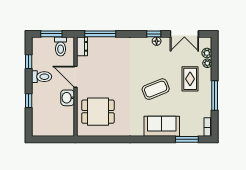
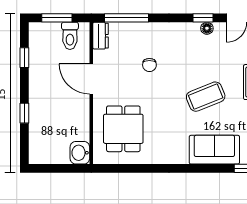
chair: (116, 67) -> (149, 65), added
toilet: (42, 77) -> (43, 79), removed
washbasin: (68, 98) -> (80, 153), moved
dining table: (98, 112) -> (123, 129), turned 90

